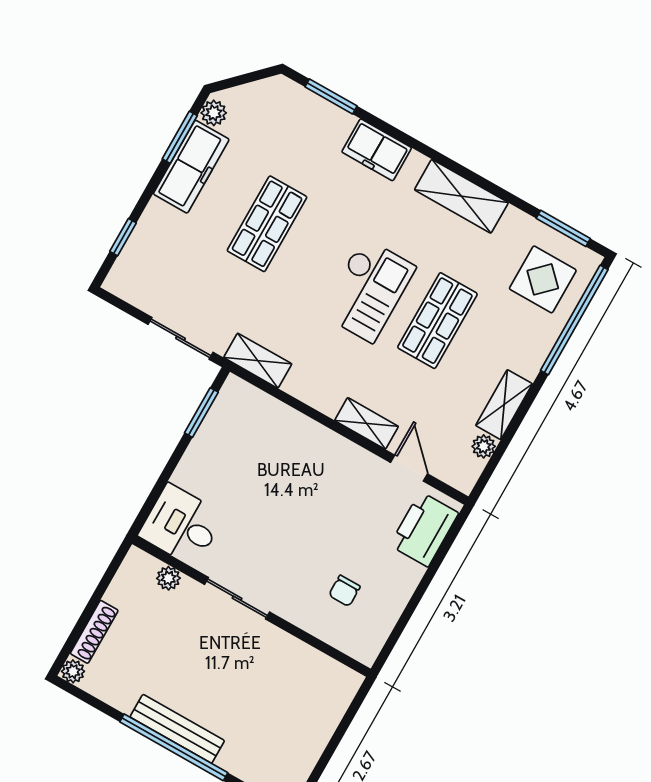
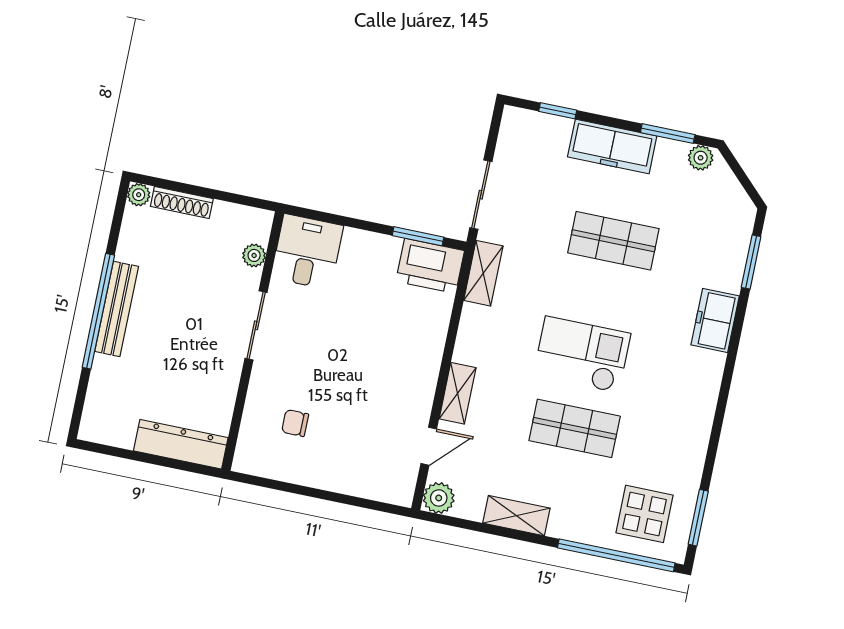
freezer: (191, 167) -> (612, 146), moved
shelving: (461, 196) -> (697, 413), removed
checkout: (368, 290) -> (582, 354), turned 180
plant: (484, 446) -> (439, 498), moved, width x1.38, depth x1.38
printer: (424, 529) -> (430, 266), moved, turned 180
dresser: (329, 709) -> (181, 444), added

